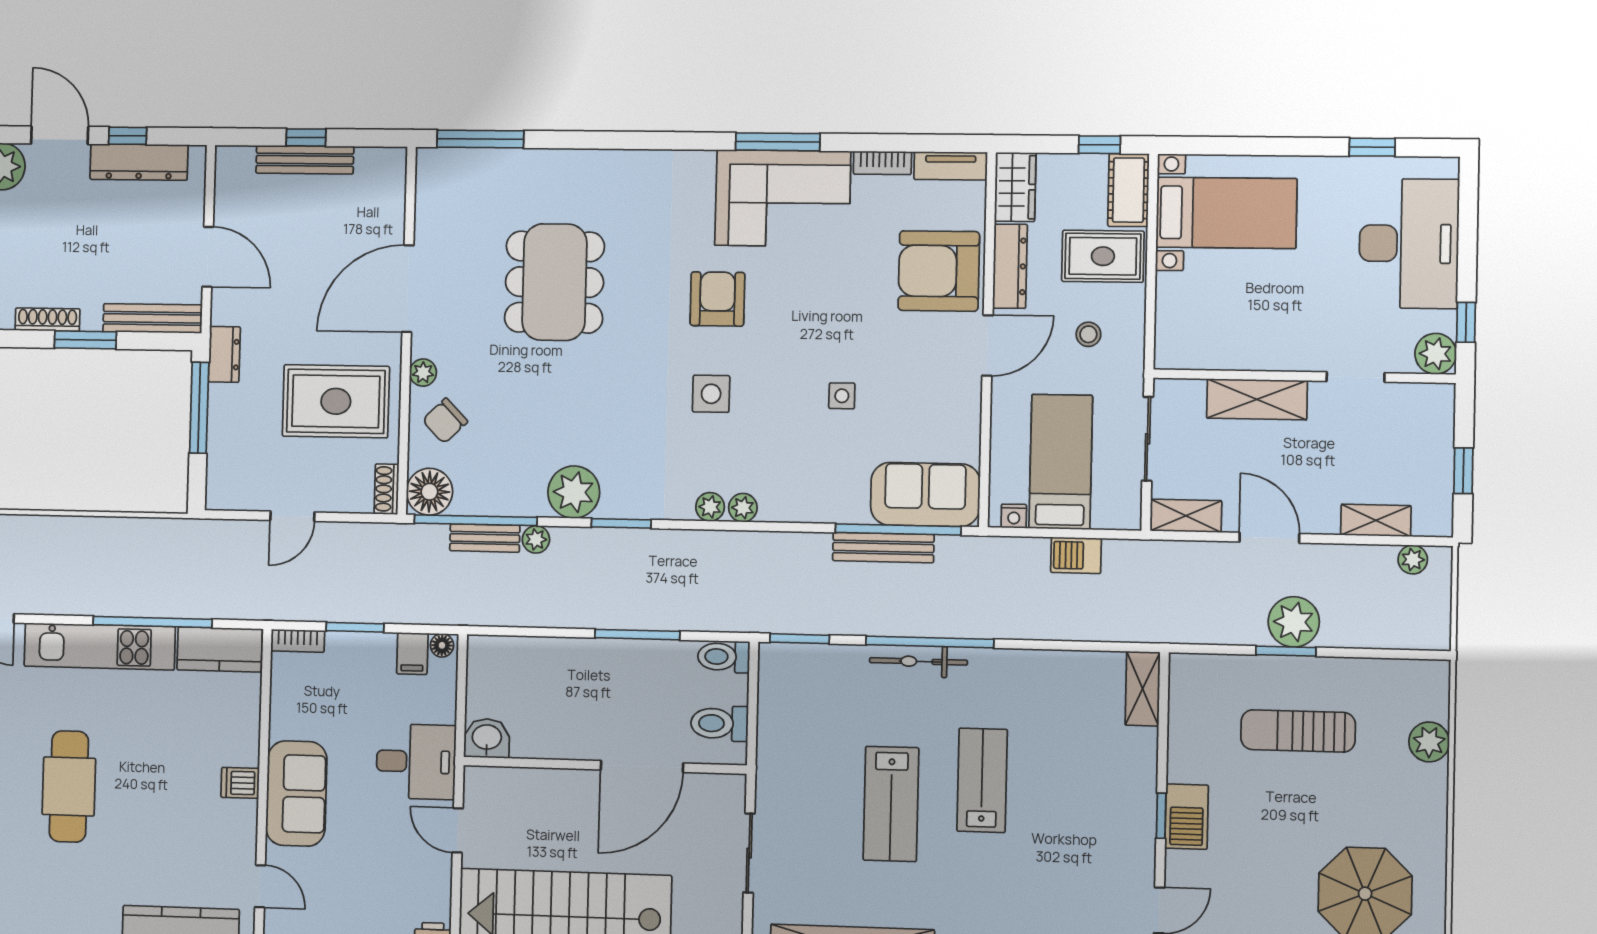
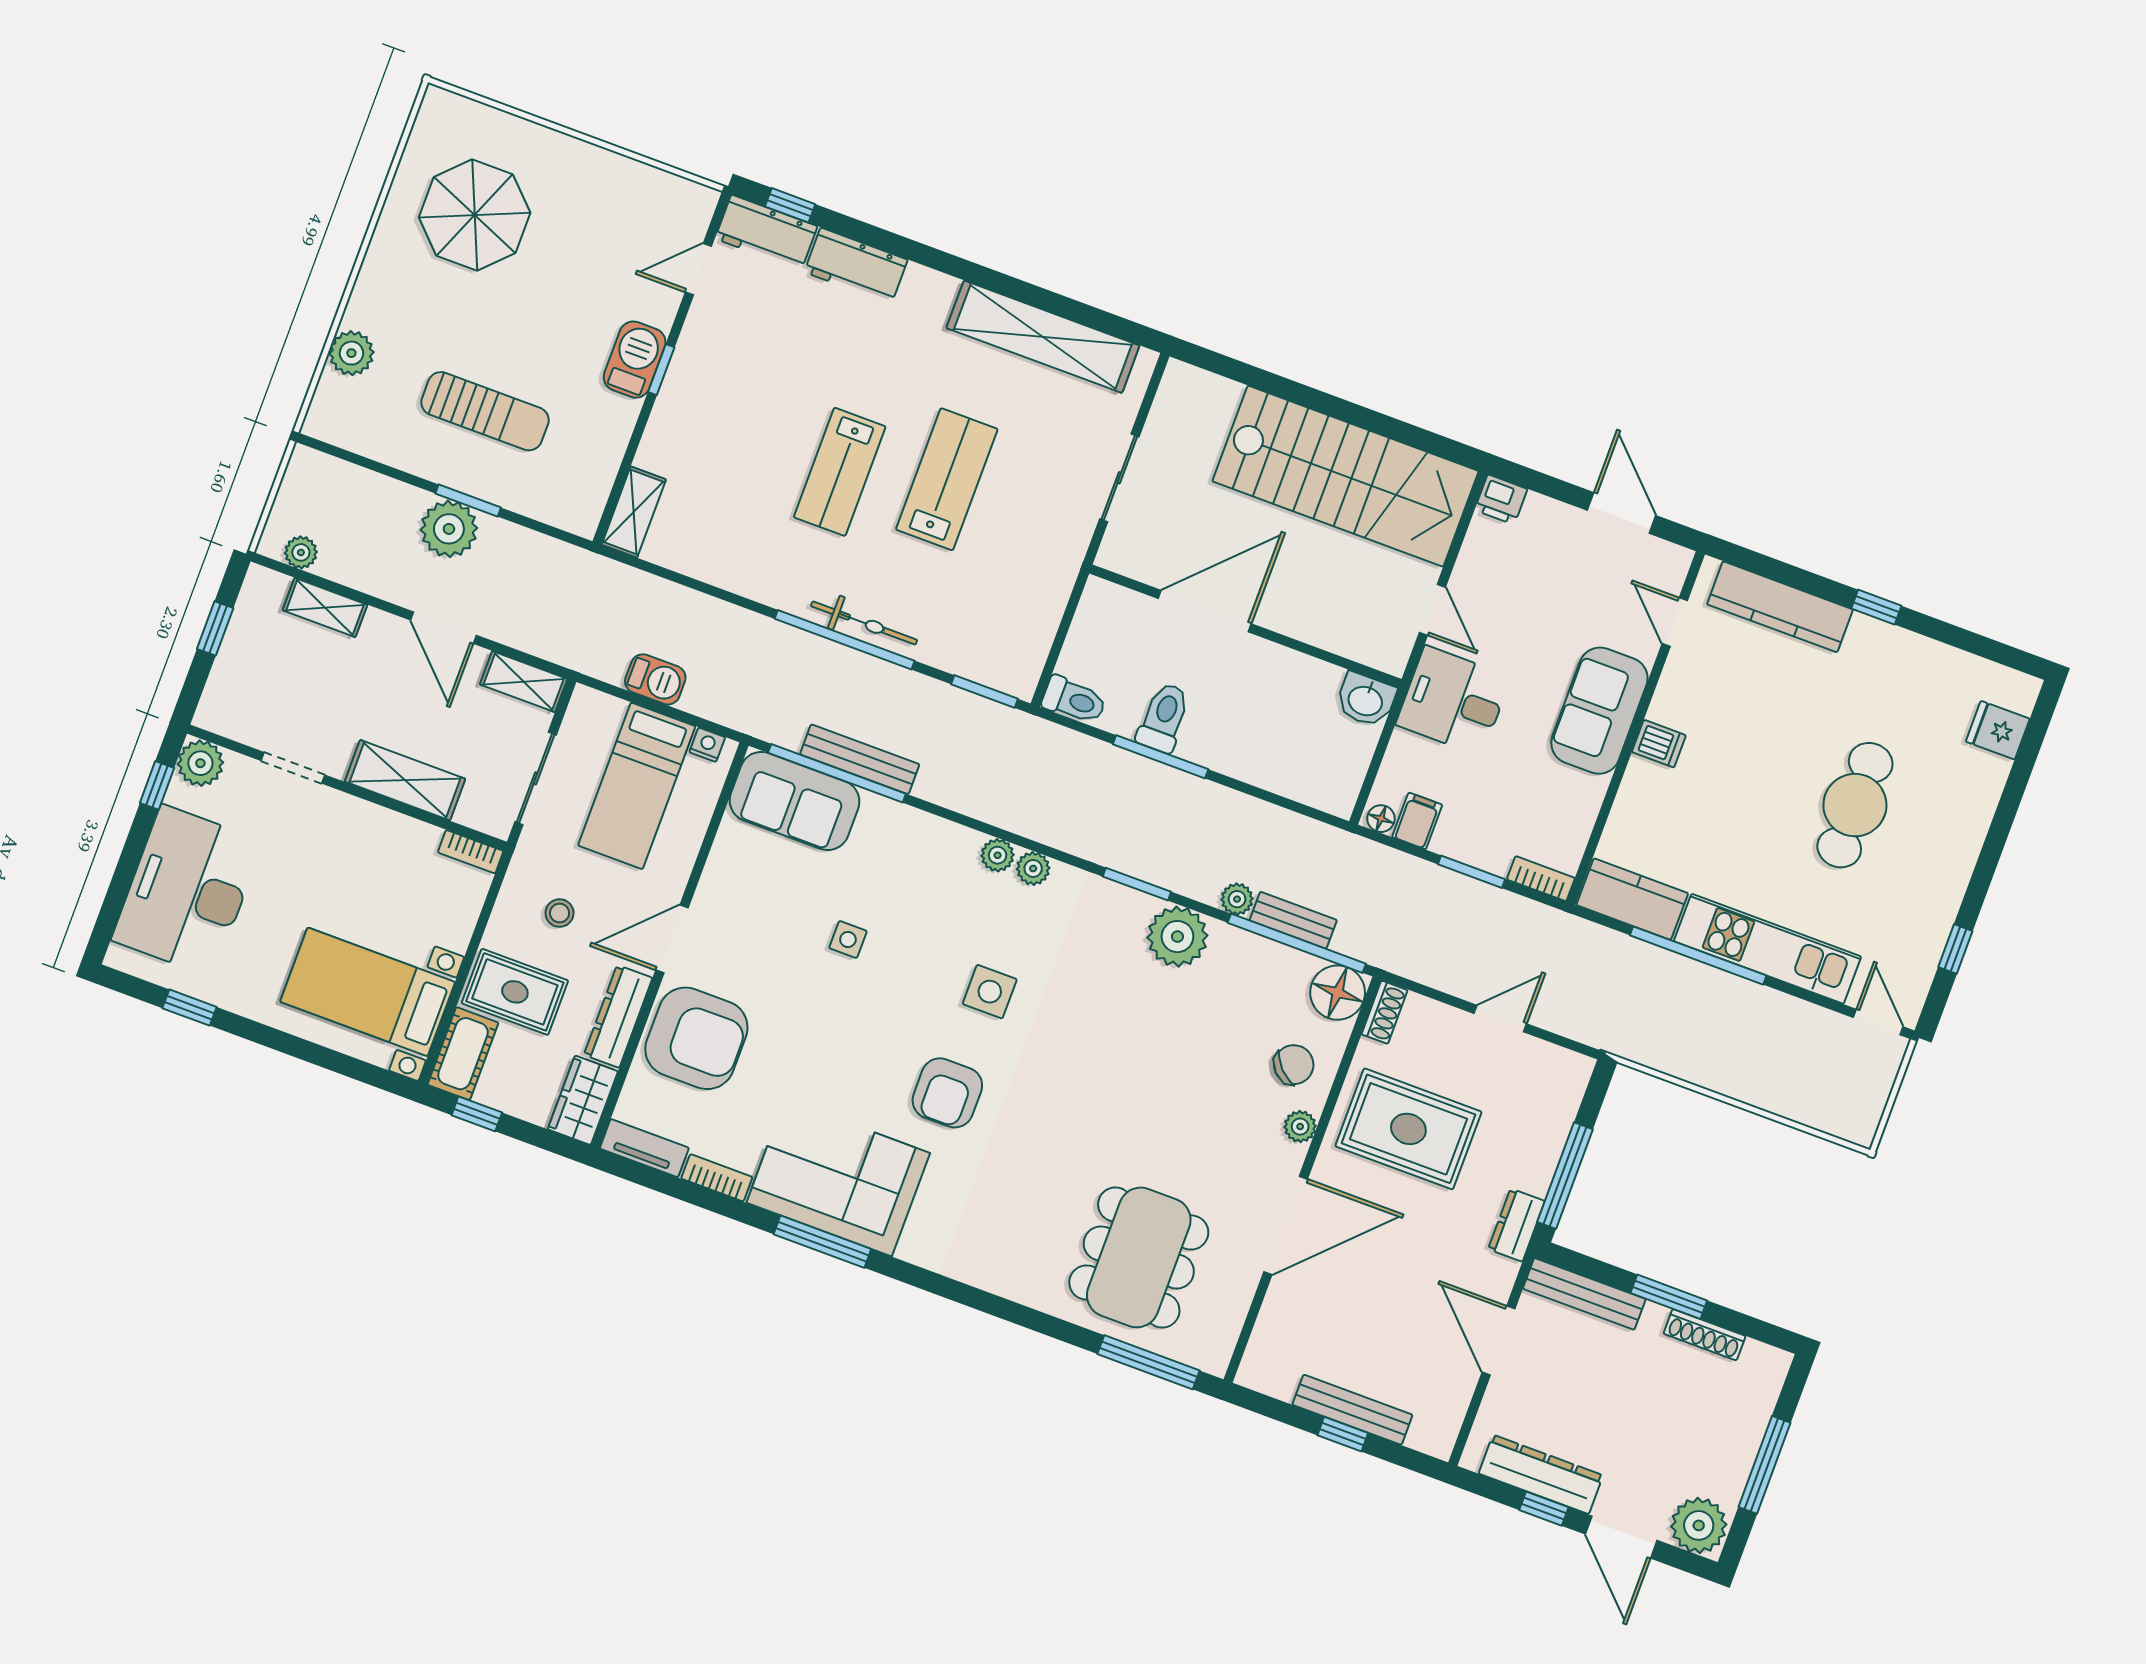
dining table: (554, 282) -> (1139, 1257), moved
bookcase: (1181, 359) -> (471, 852), added
toilet: (719, 723) -> (1164, 718), moved, turned -90

